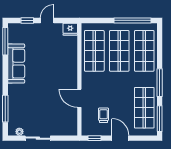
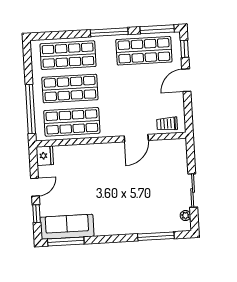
door: (47, 20) -> (35, 187), swing flipped
window: (132, 20) -> (30, 109), moved
sofa: (16, 64) -> (67, 227), moved
trolley: (103, 115) -> (167, 124), moved
window: (95, 138) -> (185, 49), moved

